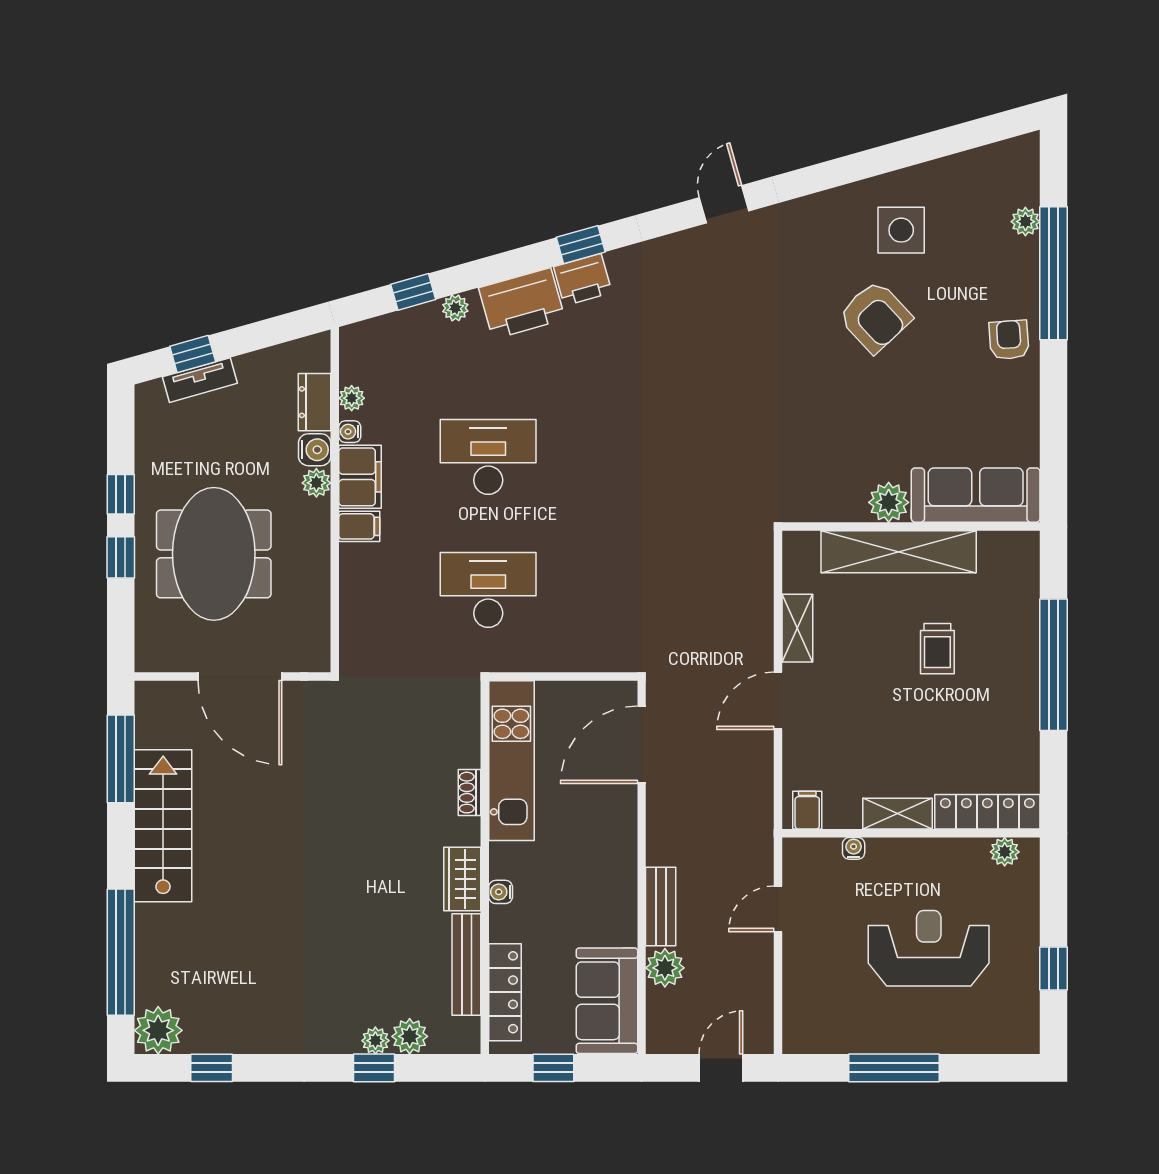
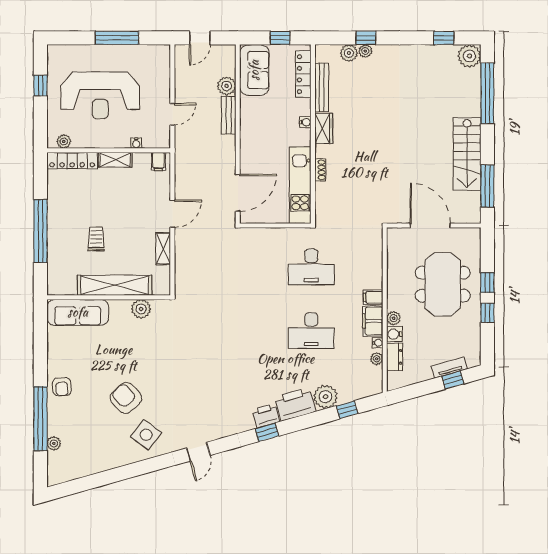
side table: (901, 230) -> (146, 435), moved, turned 37
plant: (455, 308) -> (325, 397), width x1.88, depth x1.88
plant: (889, 502) -> (141, 309), moved
reception desk: (929, 948) -> (100, 95), width x1.36, depth x1.30

